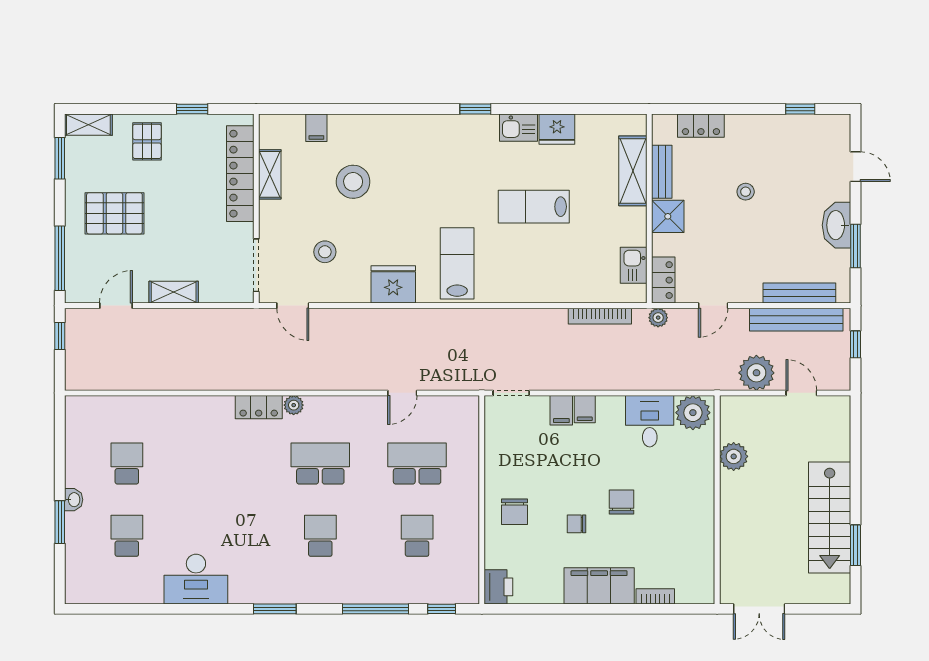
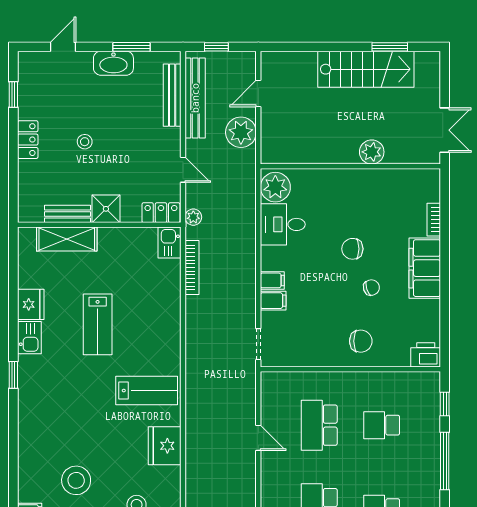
locker: (701, 126) -> (28, 140), moved
lab bench: (457, 263) -> (147, 391), turned 180
kitchen sink: (634, 265) -> (170, 243), moved, turned 90
plant: (734, 456) -> (372, 152), moved
chair: (577, 524) -> (371, 288), turned -108

